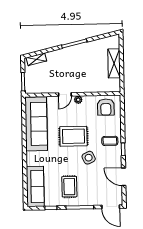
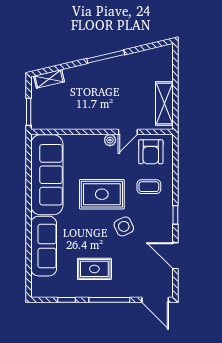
shelving: (114, 63) -> (164, 103), moved
door: (65, 94) -> (128, 132), moved
coffee table: (110, 141) -> (149, 187), moved
sofa: (35, 186) -> (44, 246), moved
rug: (69, 187) -> (94, 269), turned 90

